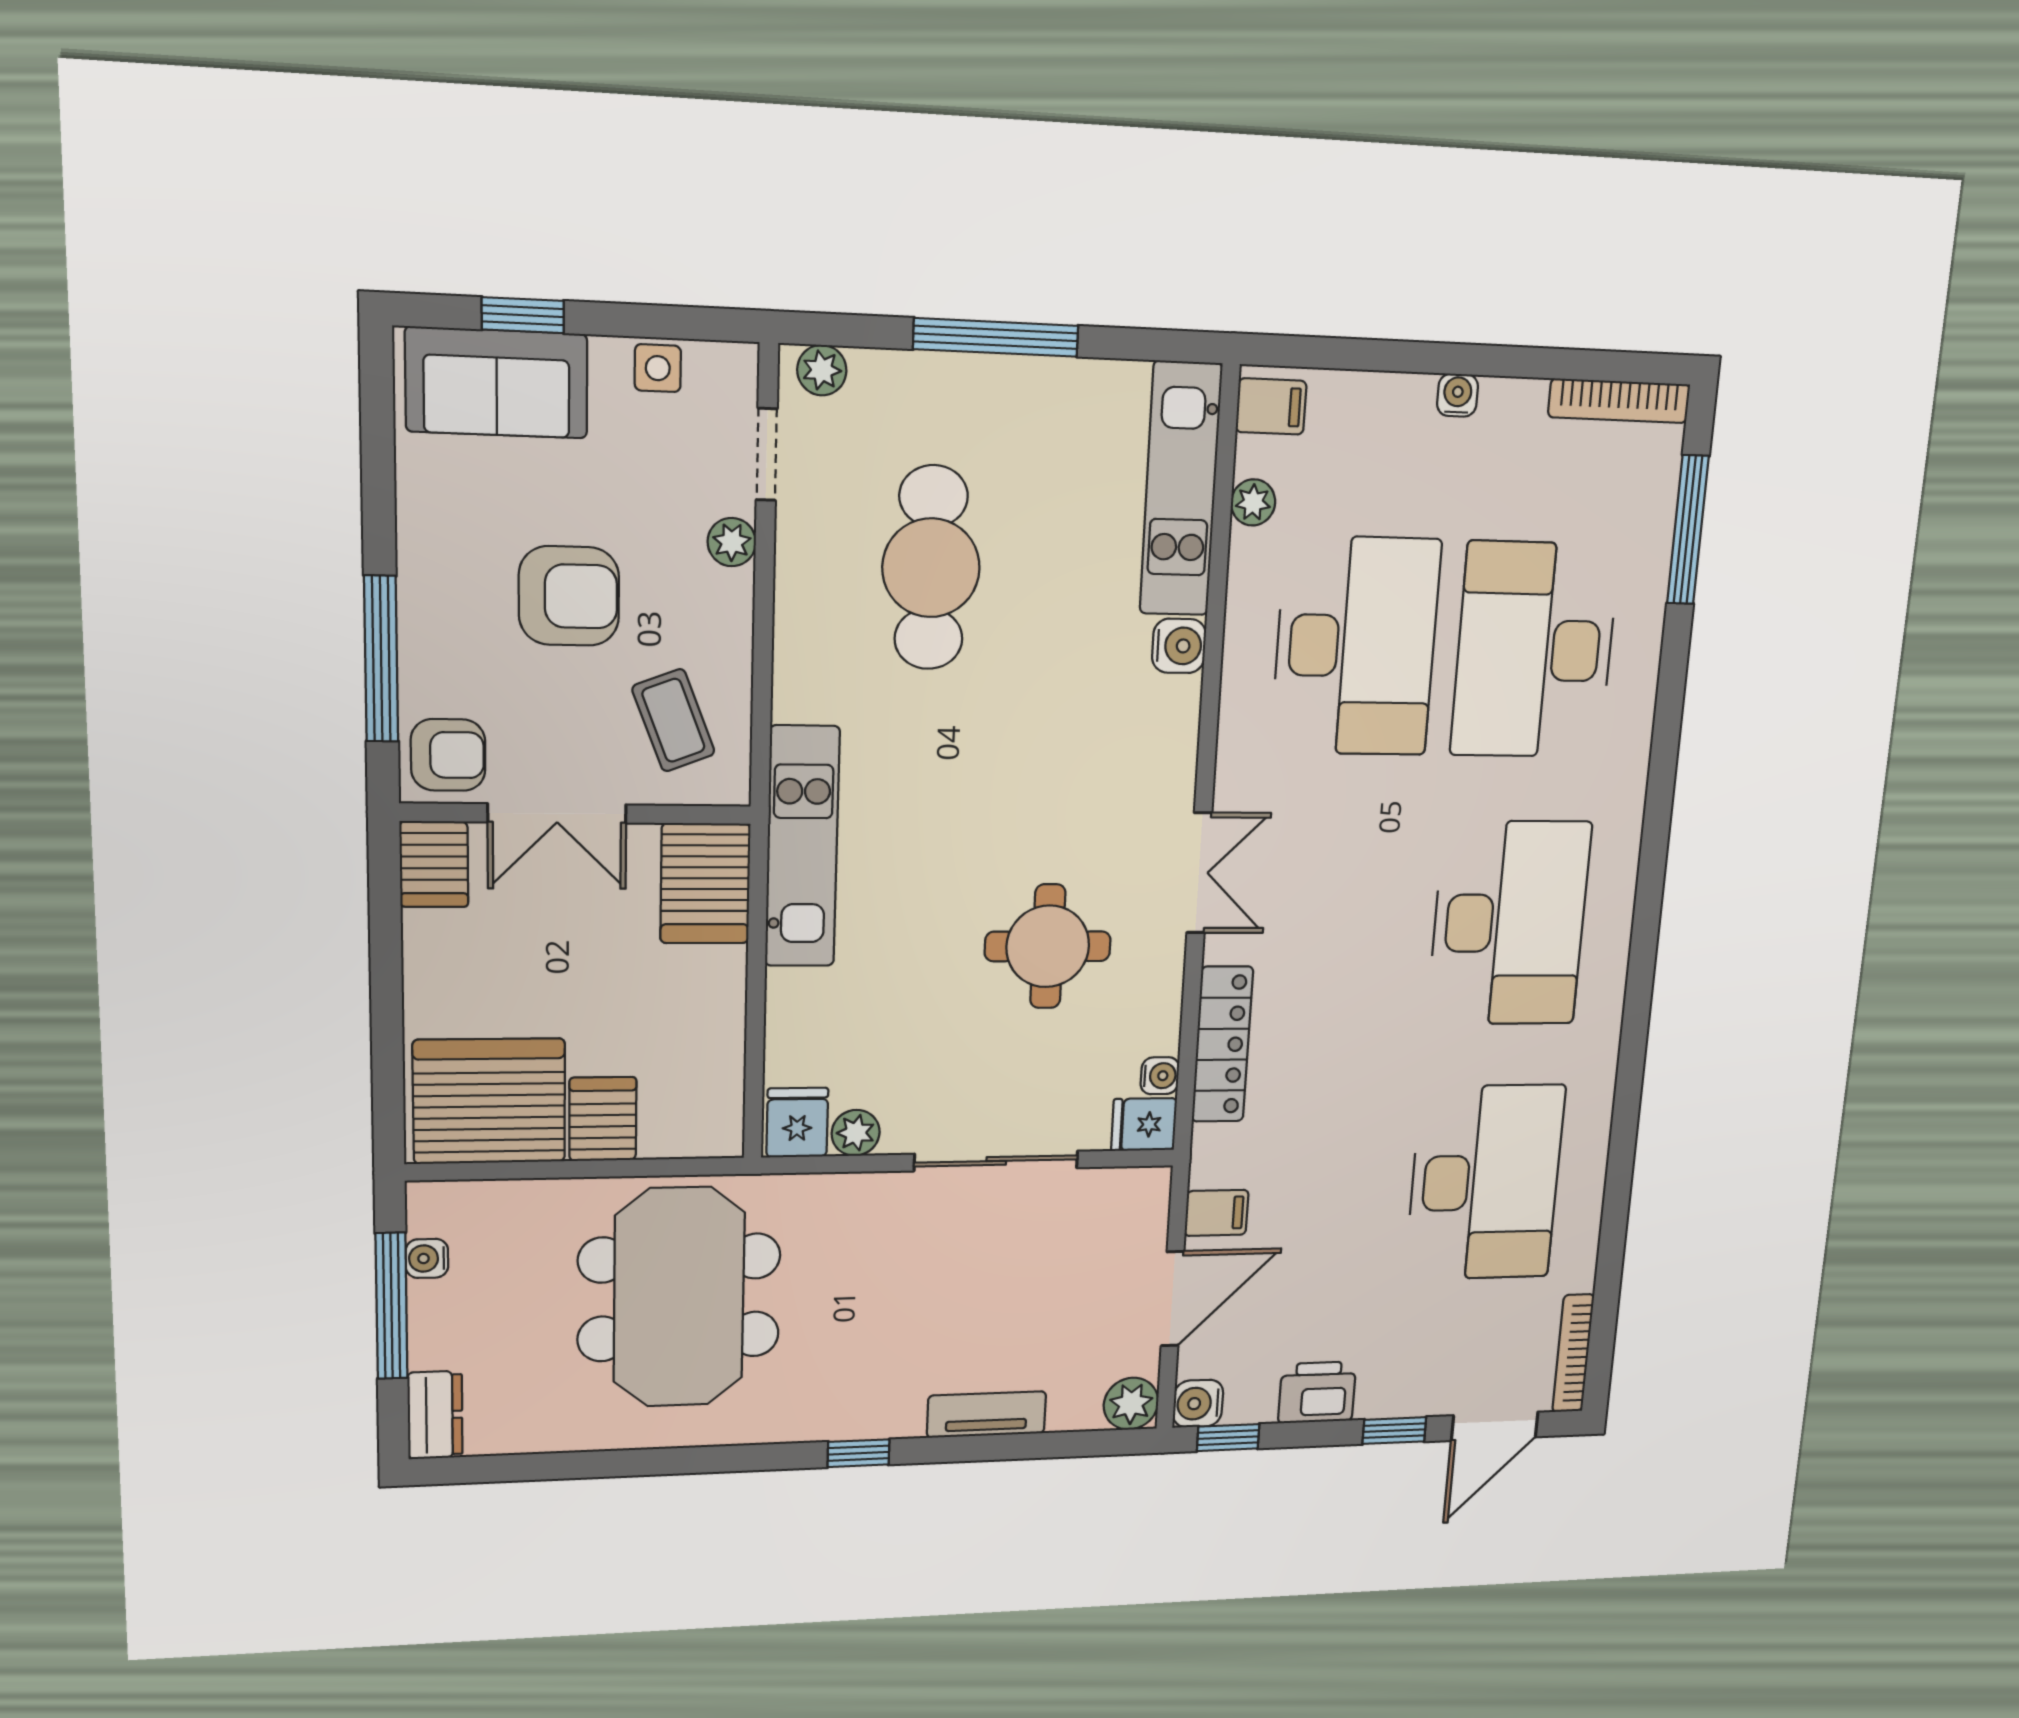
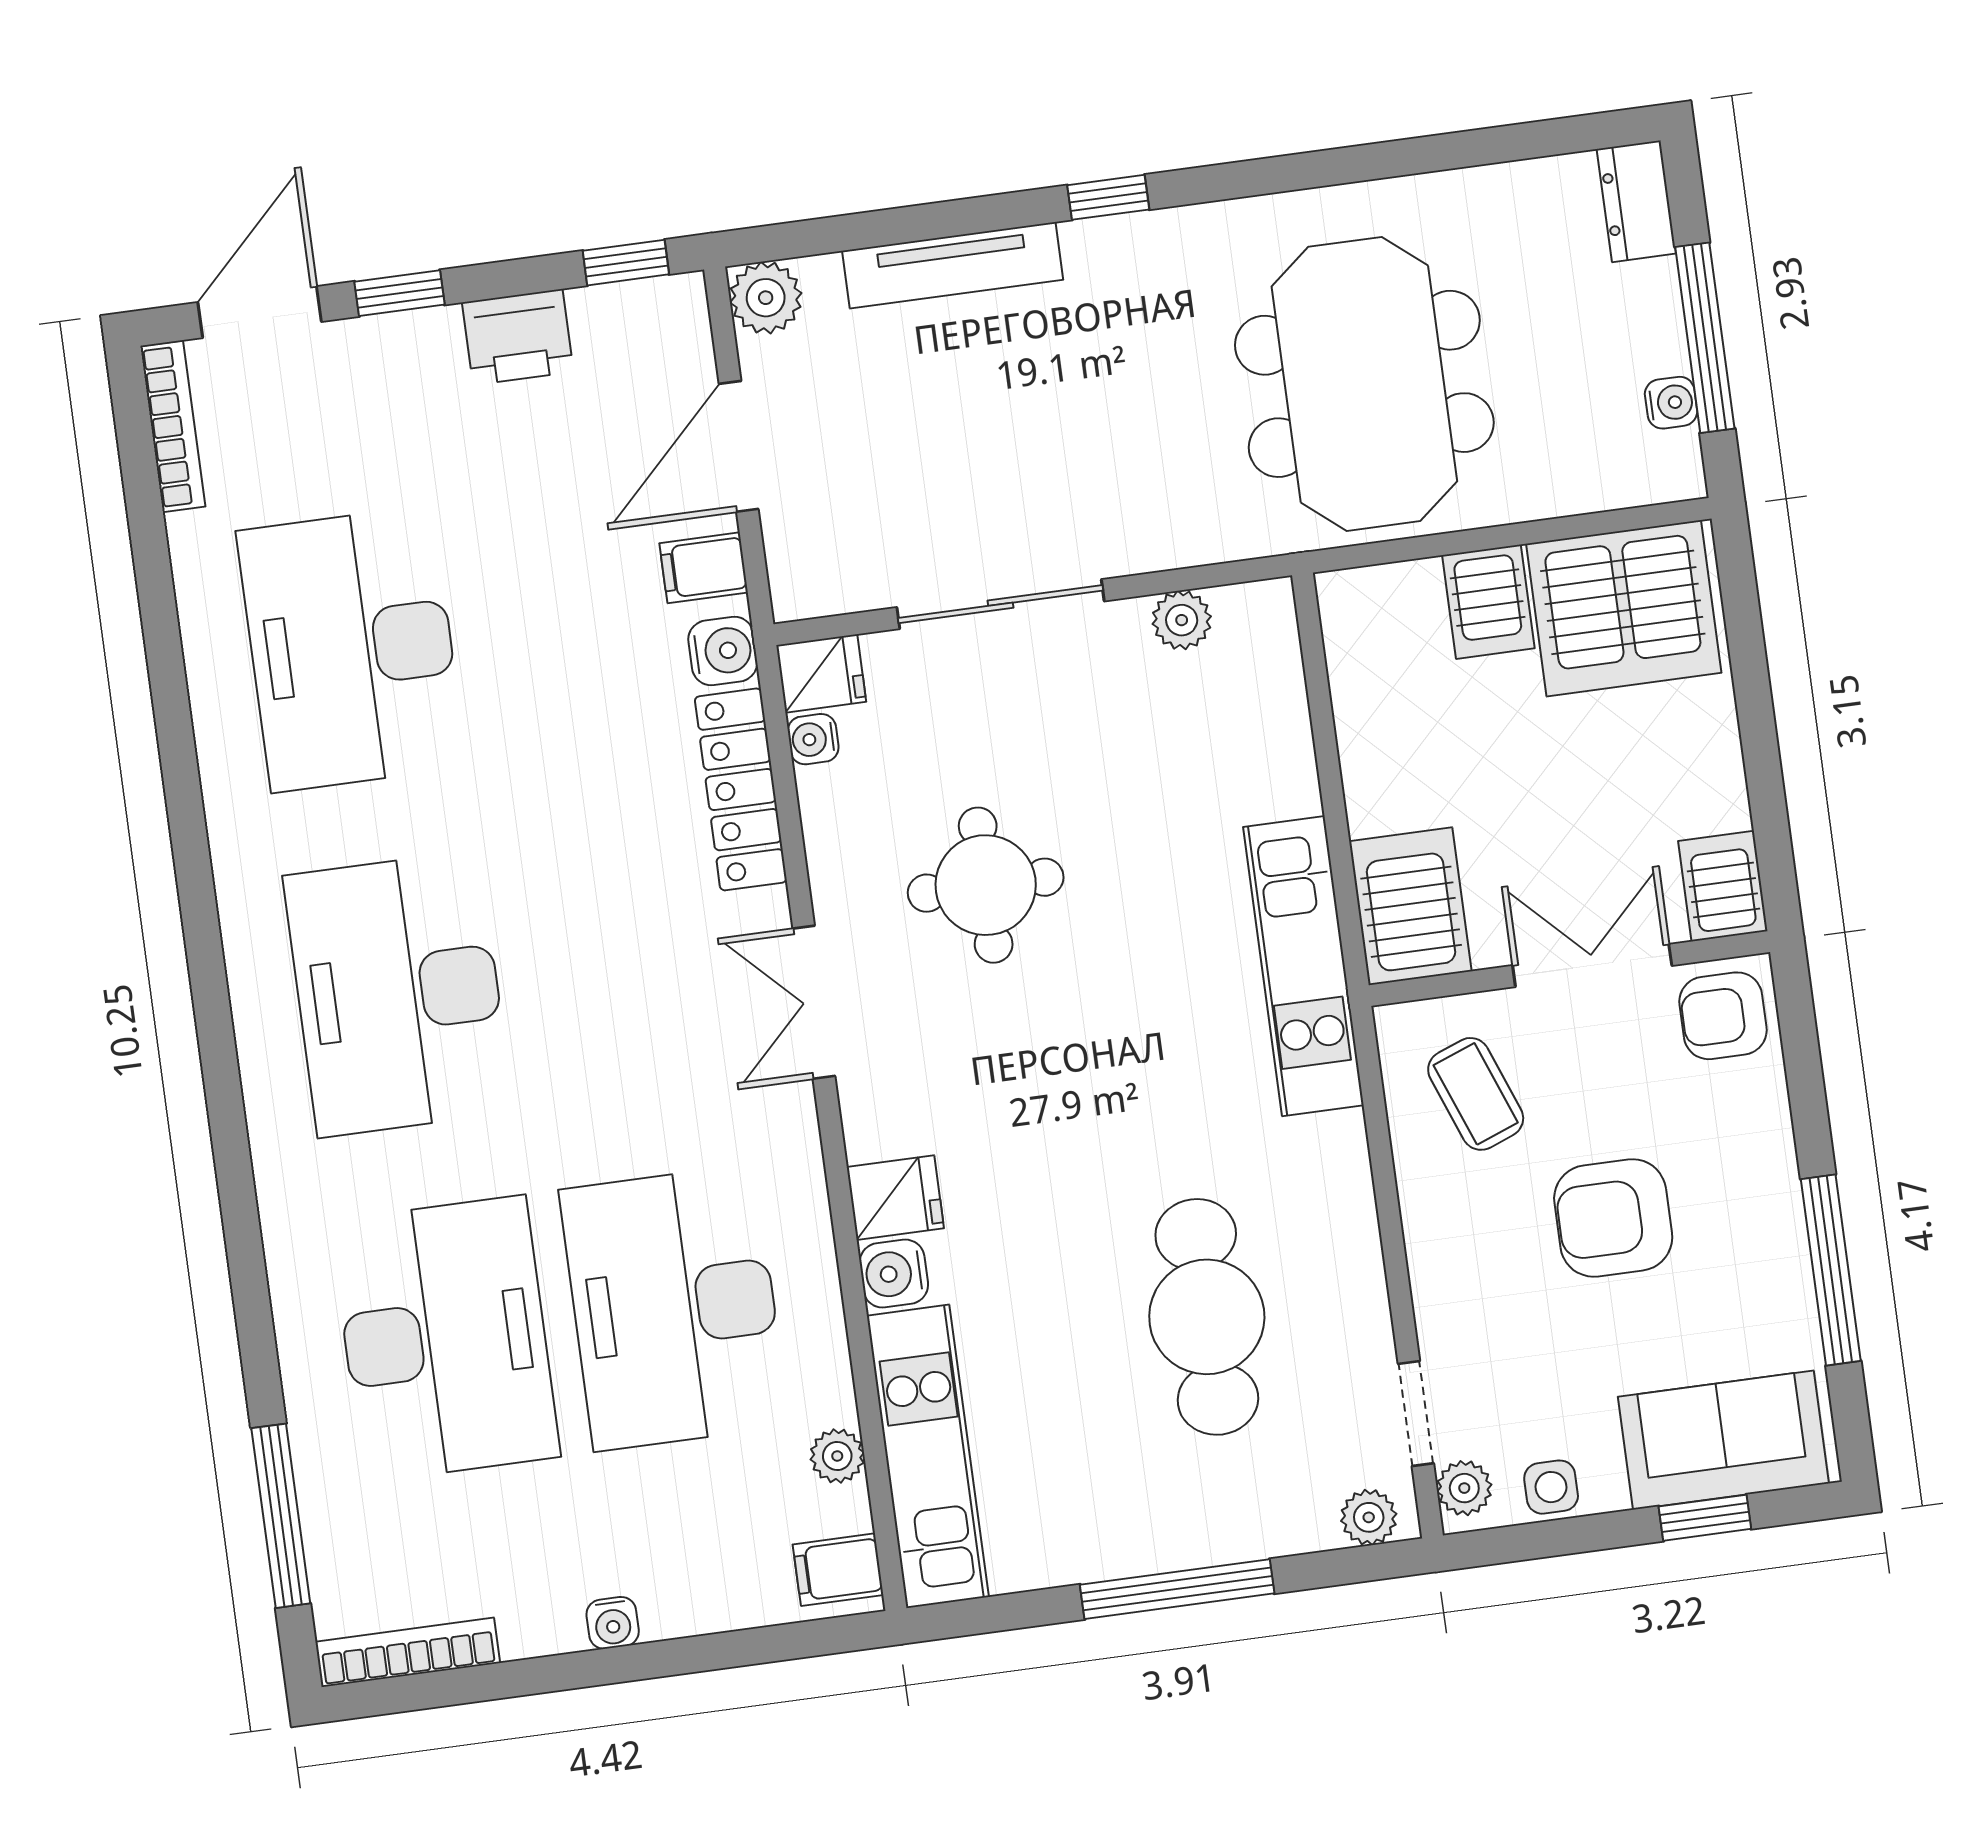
plant: (732, 542) -> (1464, 1488), moved
window: (381, 659) -> (1831, 1270), moved
fridge: (797, 1123) -> (895, 1198), moved, turned -90
water cooler: (1198, 1403) -> (723, 651), moved
tv unit: (987, 1414) -> (953, 265), width x1.41

